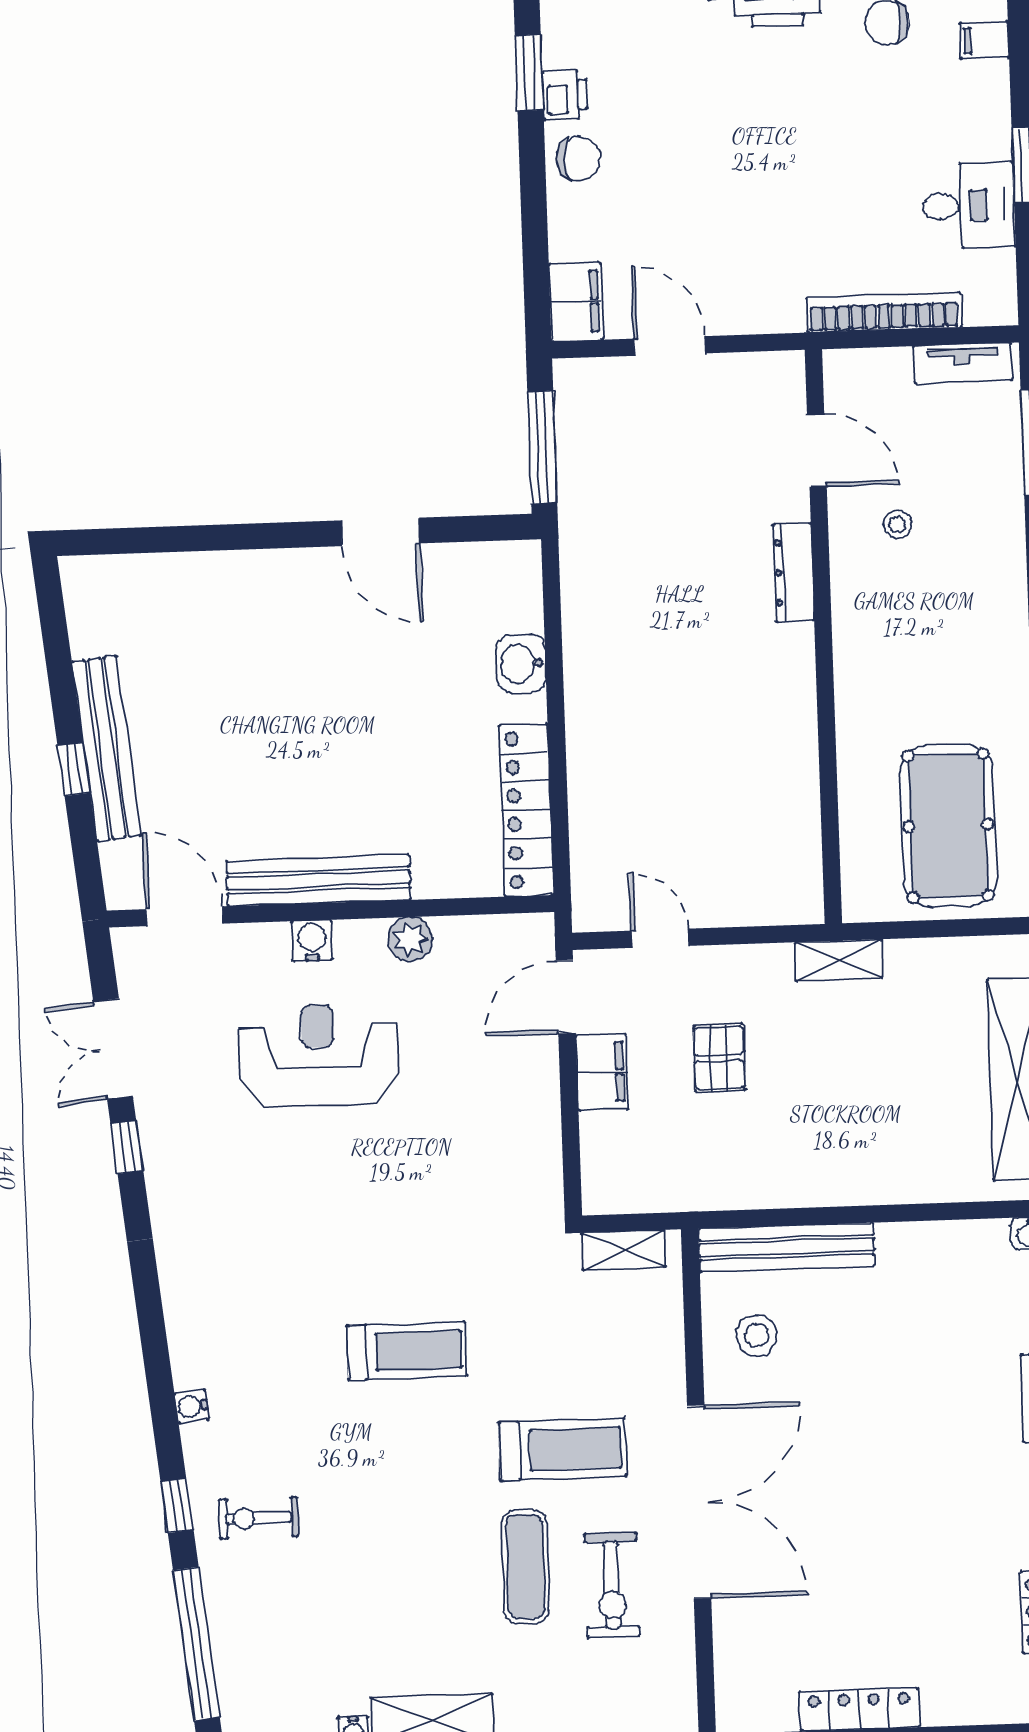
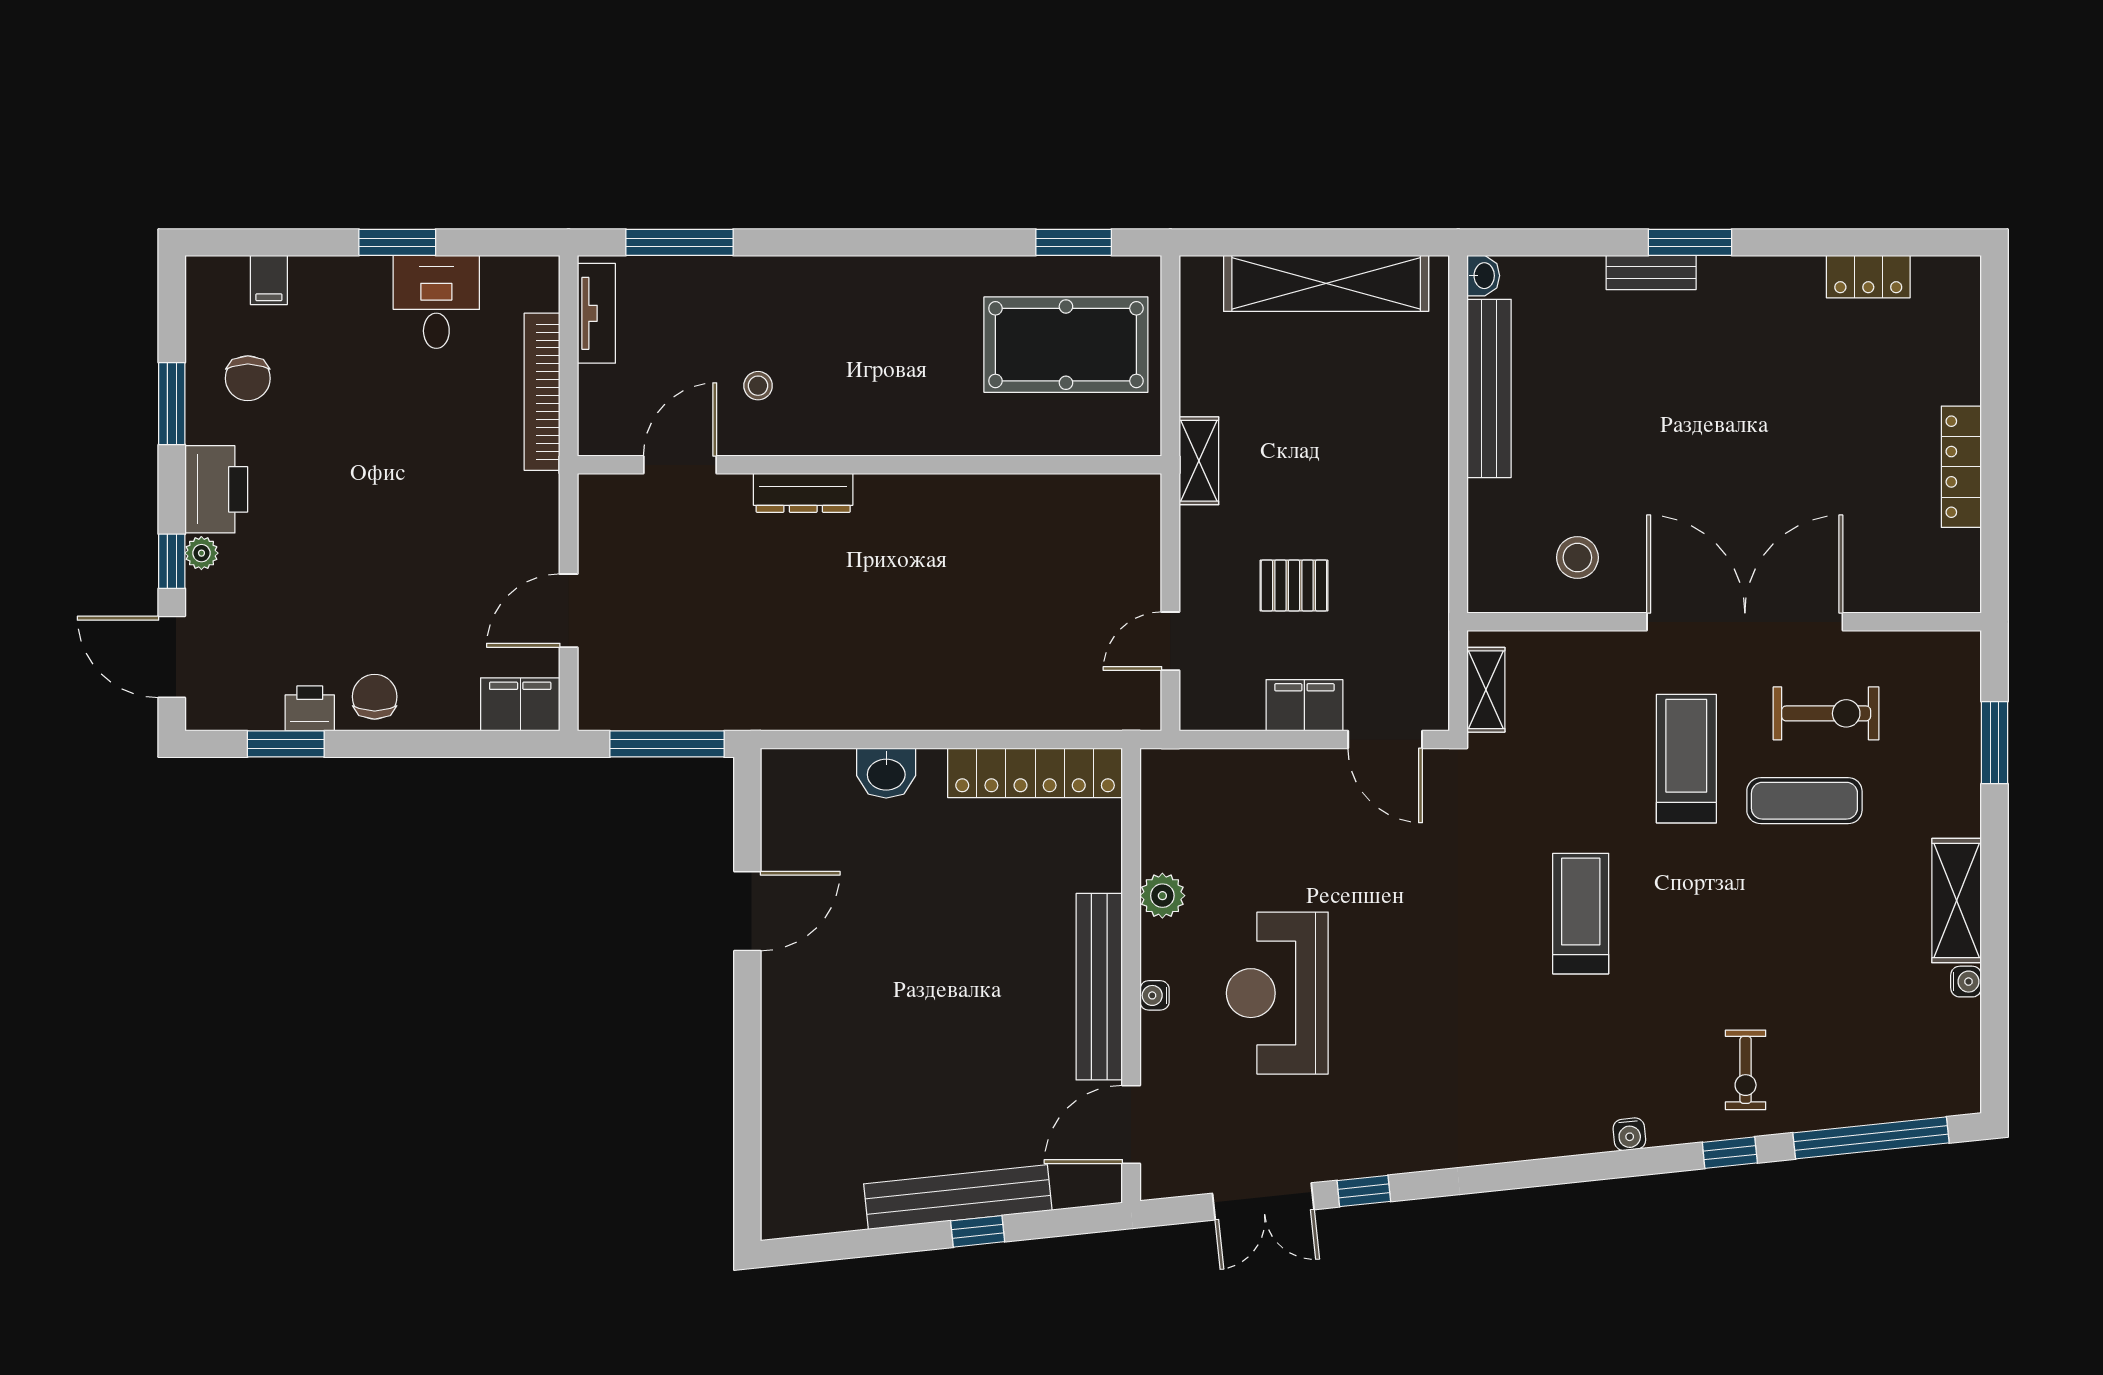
water cooler: (312, 940) -> (1155, 995), width x0.72, depth x0.72
door: (566, 997) -> (1385, 739), moved
bench: (787, 1247) -> (1489, 388), moved

